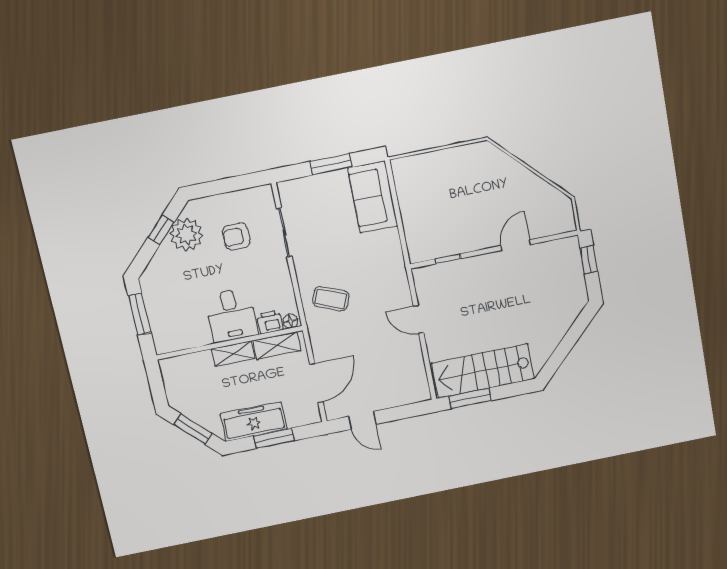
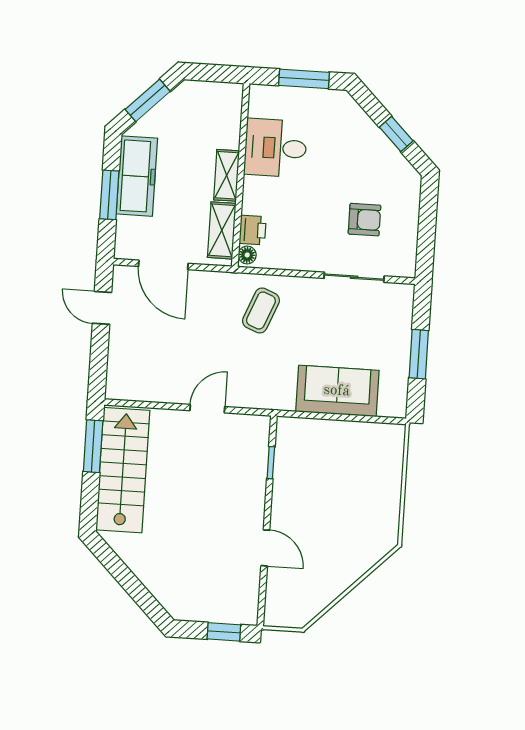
sofa: (373, 197) -> (337, 391), moved
plant: (186, 235) -> (383, 162), removed
armchair: (236, 237) -> (365, 220), turned 90
desk: (231, 315) -> (276, 148), moved
door: (362, 420) -> (102, 308), hinge flipped

